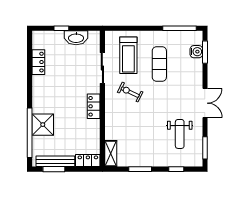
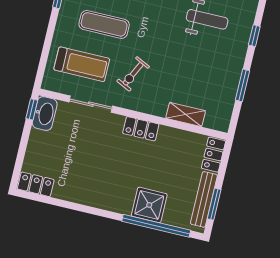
window: (61, 28) -> (32, 109), moved
washbasin: (76, 38) -> (45, 114), moved
locker: (38, 62) -> (36, 184), moved
shelving: (111, 154) -> (186, 115), moved

